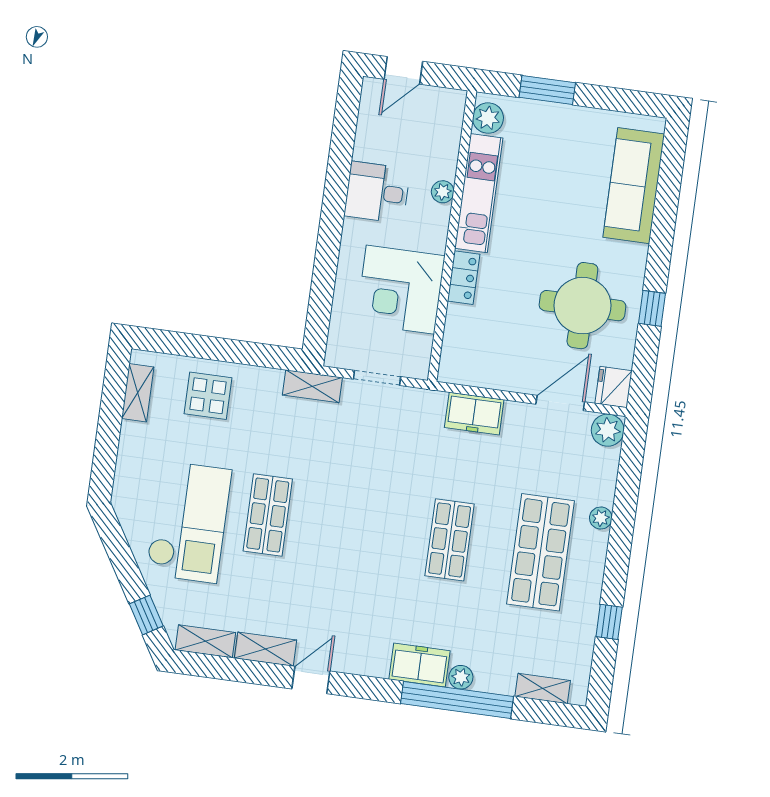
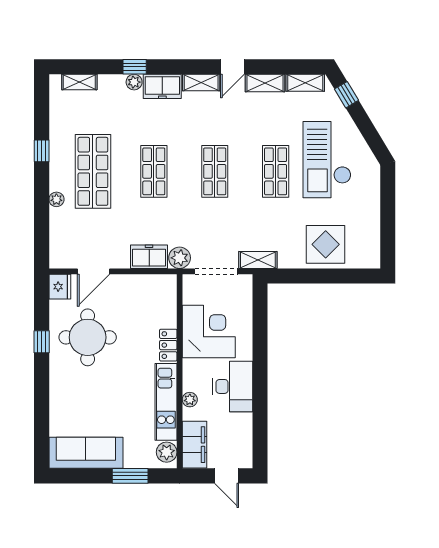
door: (403, 70) -> (227, 476), swing flipped
filing cabinet: (445, 124) -> (194, 445), added
sofa: (634, 186) -> (86, 453), moved, turned -90
desk: (377, 192) -> (233, 386), width x1.37
doorway: (377, 378) -> (216, 271), width x1.38
shelving: (138, 393) -> (201, 82), moved, turned 90
display table: (208, 396) -> (326, 244), width x1.36, depth x1.36
plant: (608, 430) -> (180, 258), moved
shop shelf: (359, 527) -> (215, 171), added
window: (609, 622) -> (42, 151), moved
window: (457, 700) -> (135, 67), width x0.32

